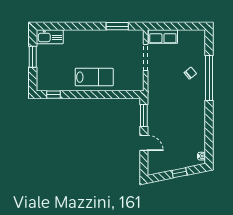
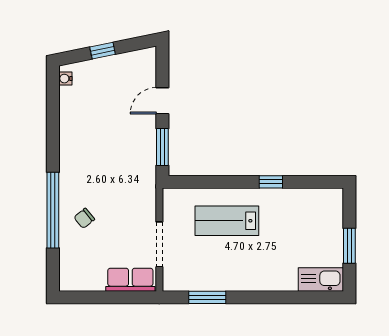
lab bench: (94, 77) -> (227, 221), moved
window: (54, 95) -> (271, 182), moved
door: (144, 143) -> (162, 101), hinge flipped

